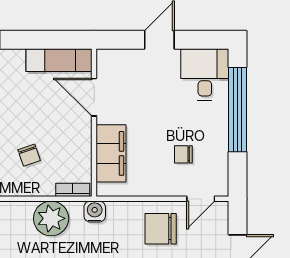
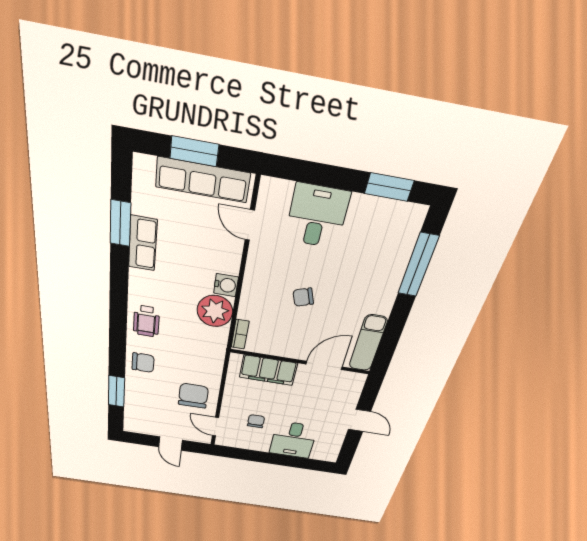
desk: (205, 74) -> (293, 440), moved, turned 90
window: (238, 110) -> (285, 460), removed
chair: (29, 155) -> (303, 297), moved
water cooler: (95, 212) -> (226, 285), moved

